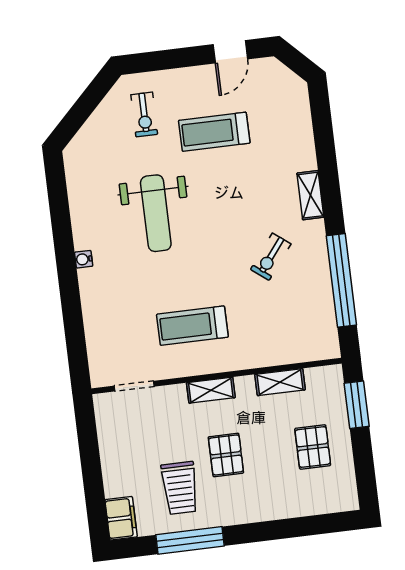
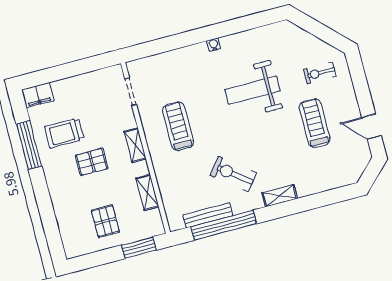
exercise bike: (271, 257) -> (233, 174), width x1.38, depth x1.39
bench: (324, 301) -> (208, 215), added
pallet: (313, 447) -> (105, 221), turned 90

